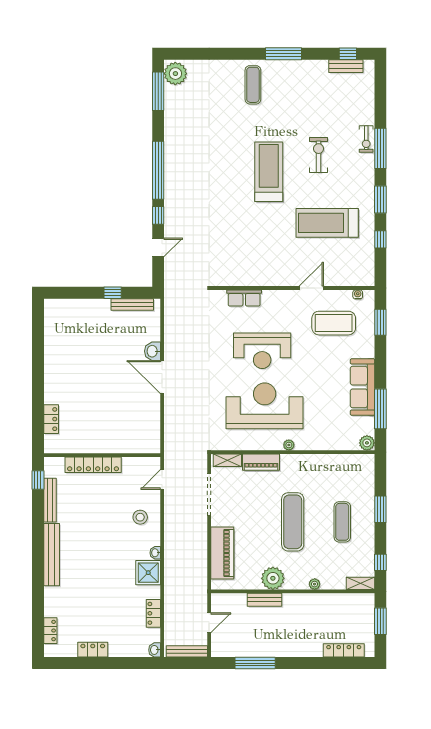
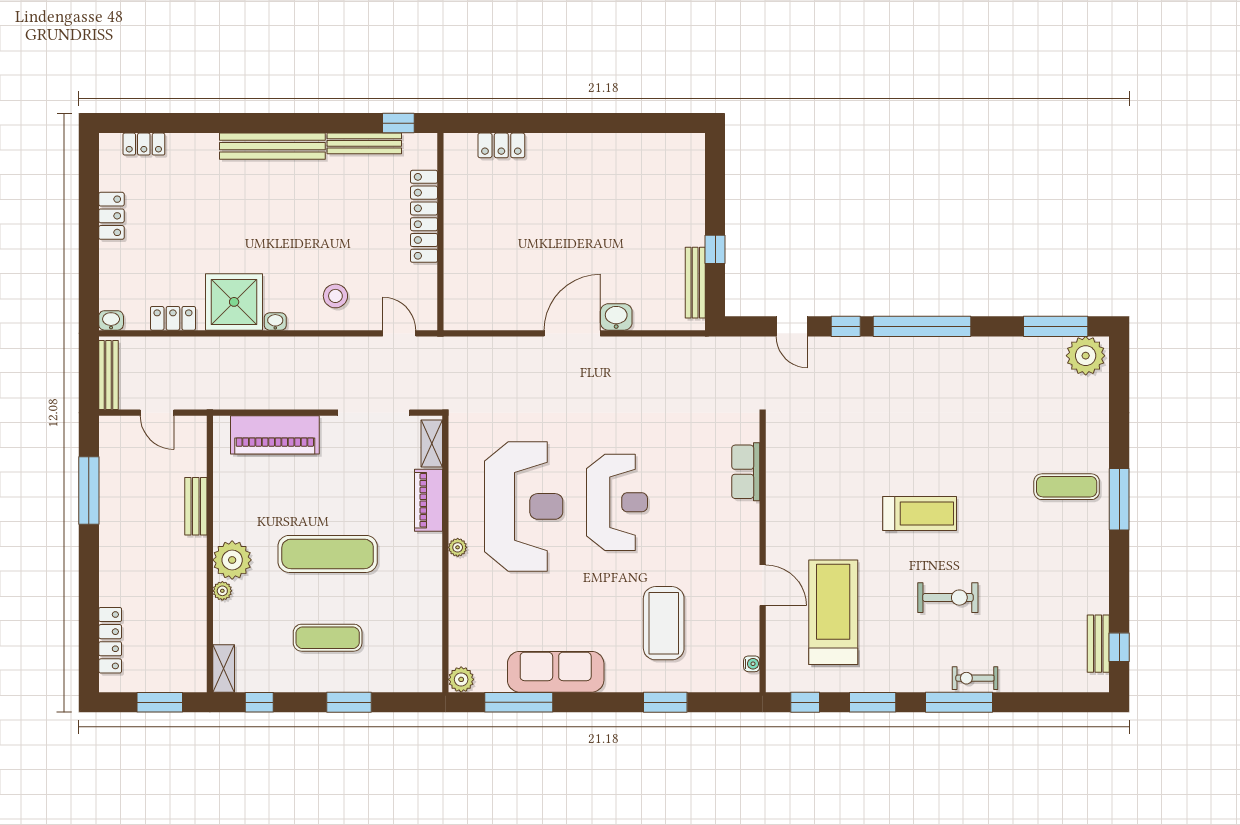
window: (284, 54) -> (1119, 499), moved
treadmill: (269, 172) -> (920, 513), width x0.73, depth x0.73
wall: (293, 288) -> (763, 554), moved
door: (311, 288) -> (763, 585), moved
water cooler: (358, 294) -> (752, 664), moved
row of seats: (244, 298) -> (746, 472), moved
reception desk: (262, 351) -> (617, 502), turned 180
shower: (148, 573) -> (234, 302), width x1.37, depth x1.37
plant: (273, 578) -> (232, 560), moved

